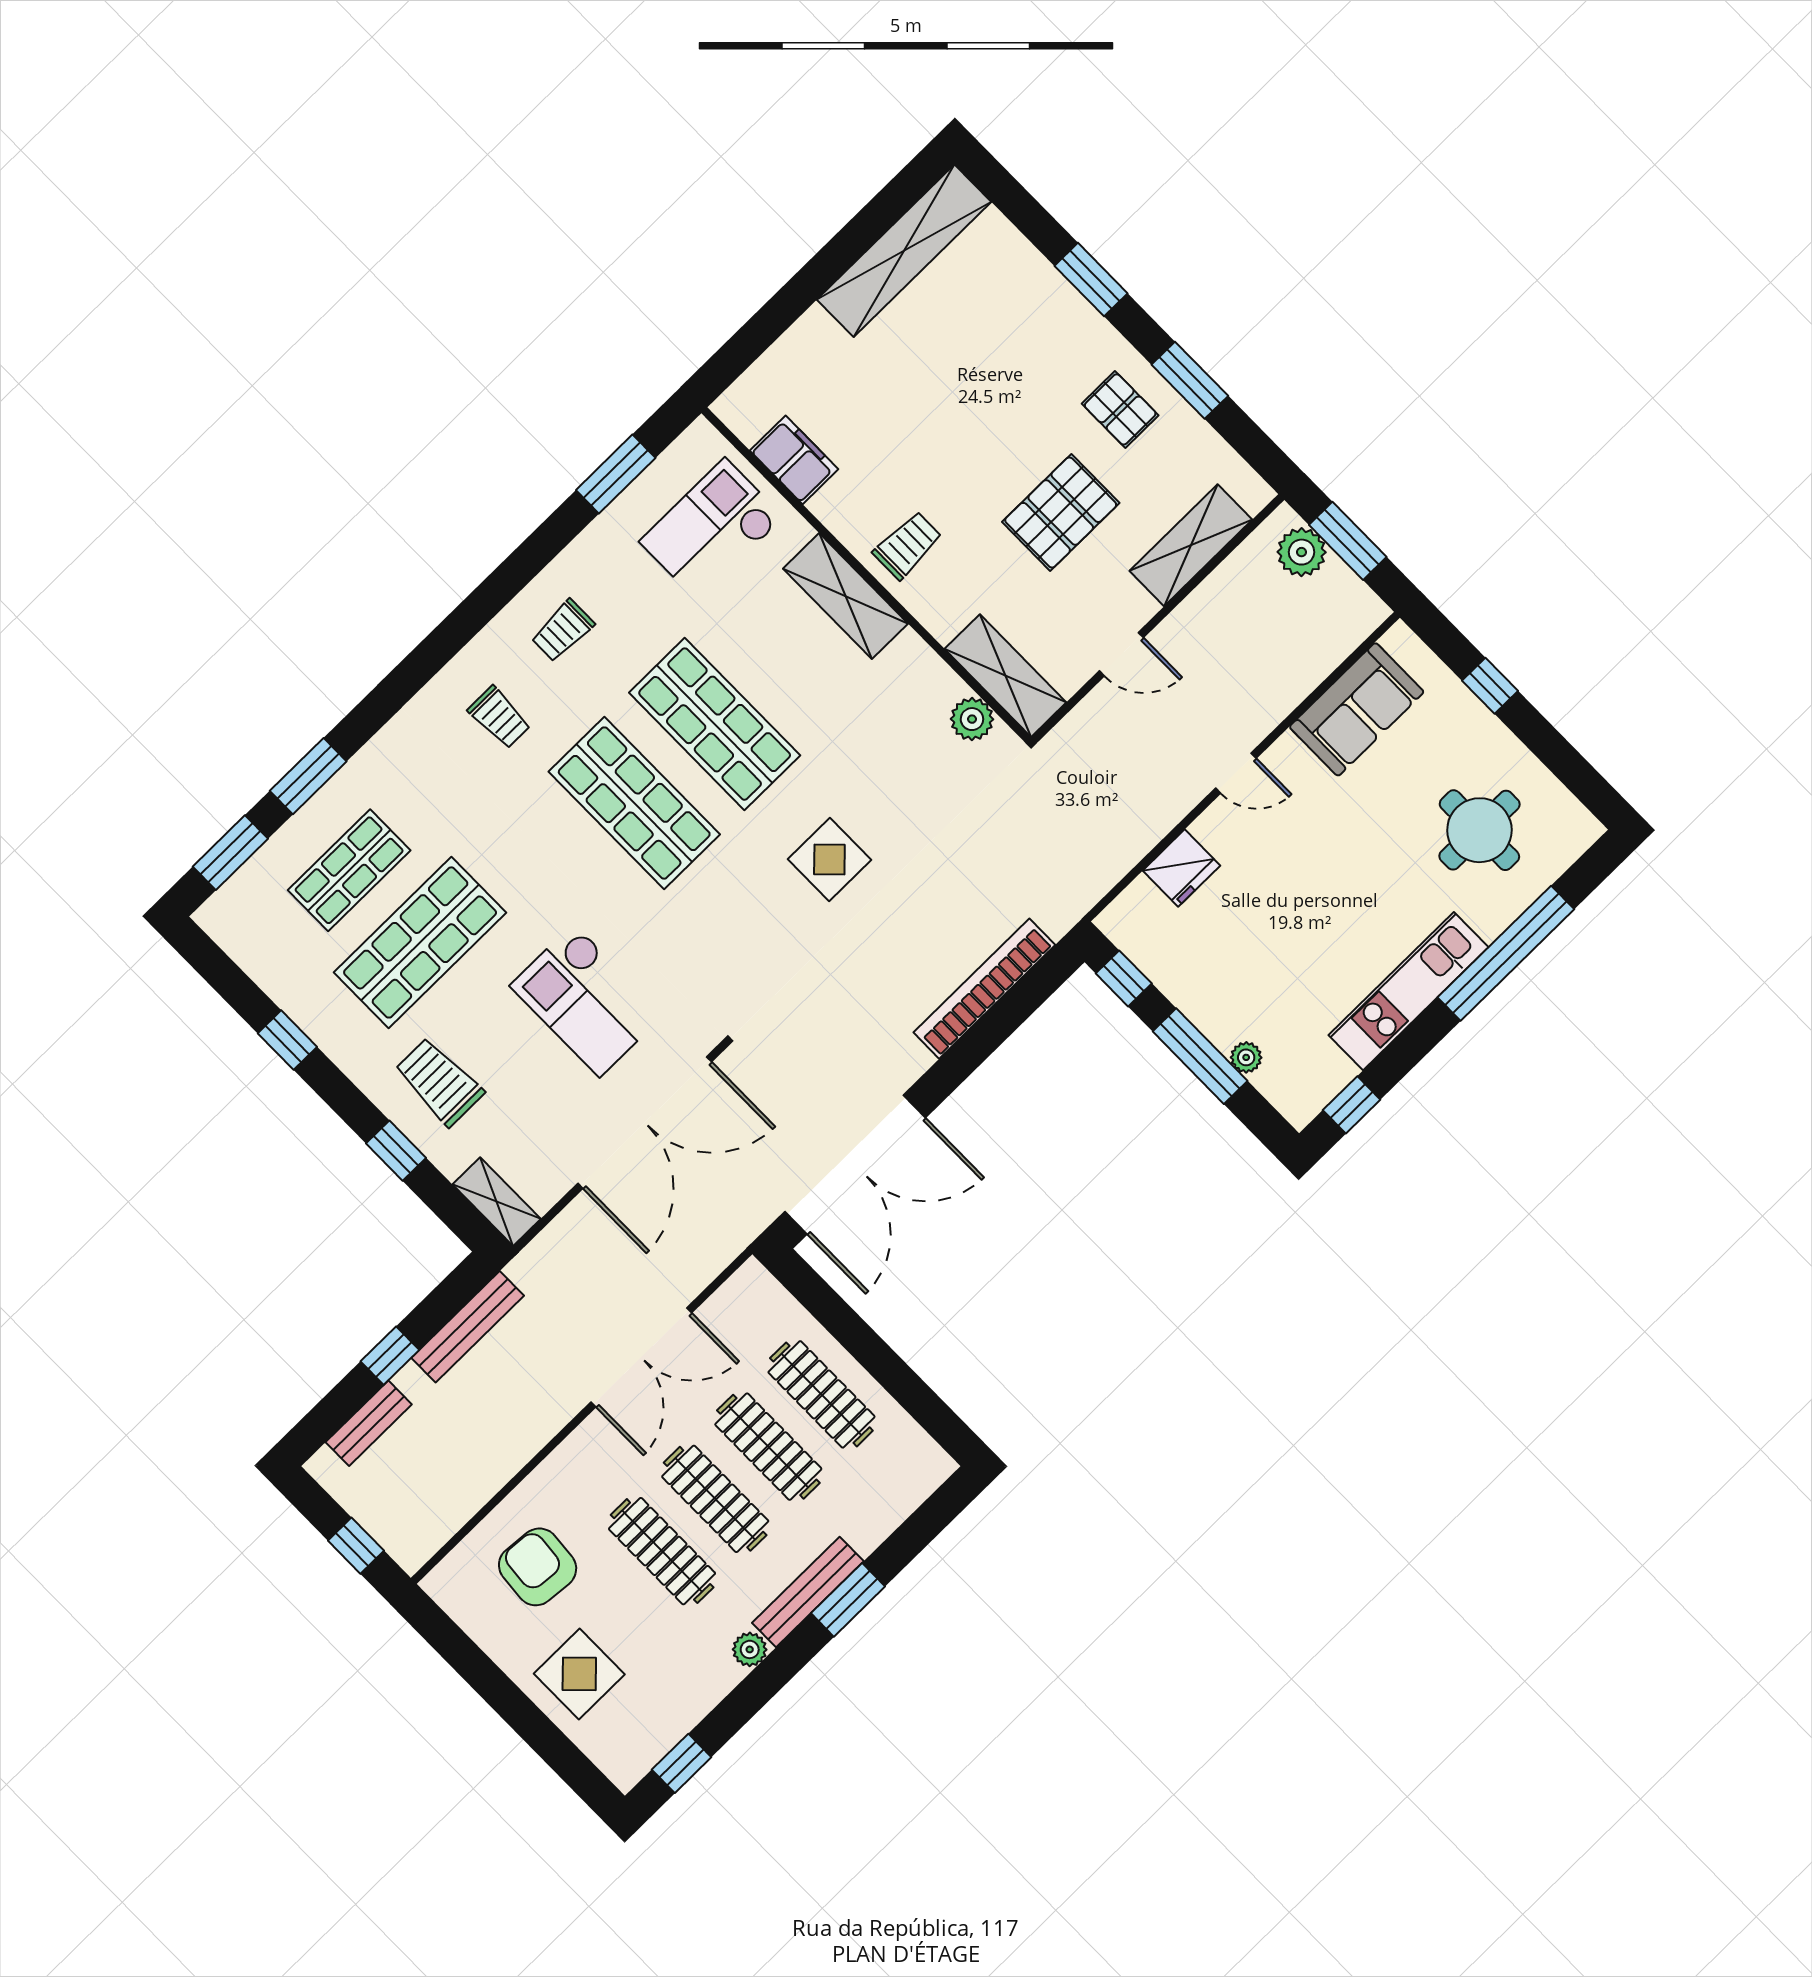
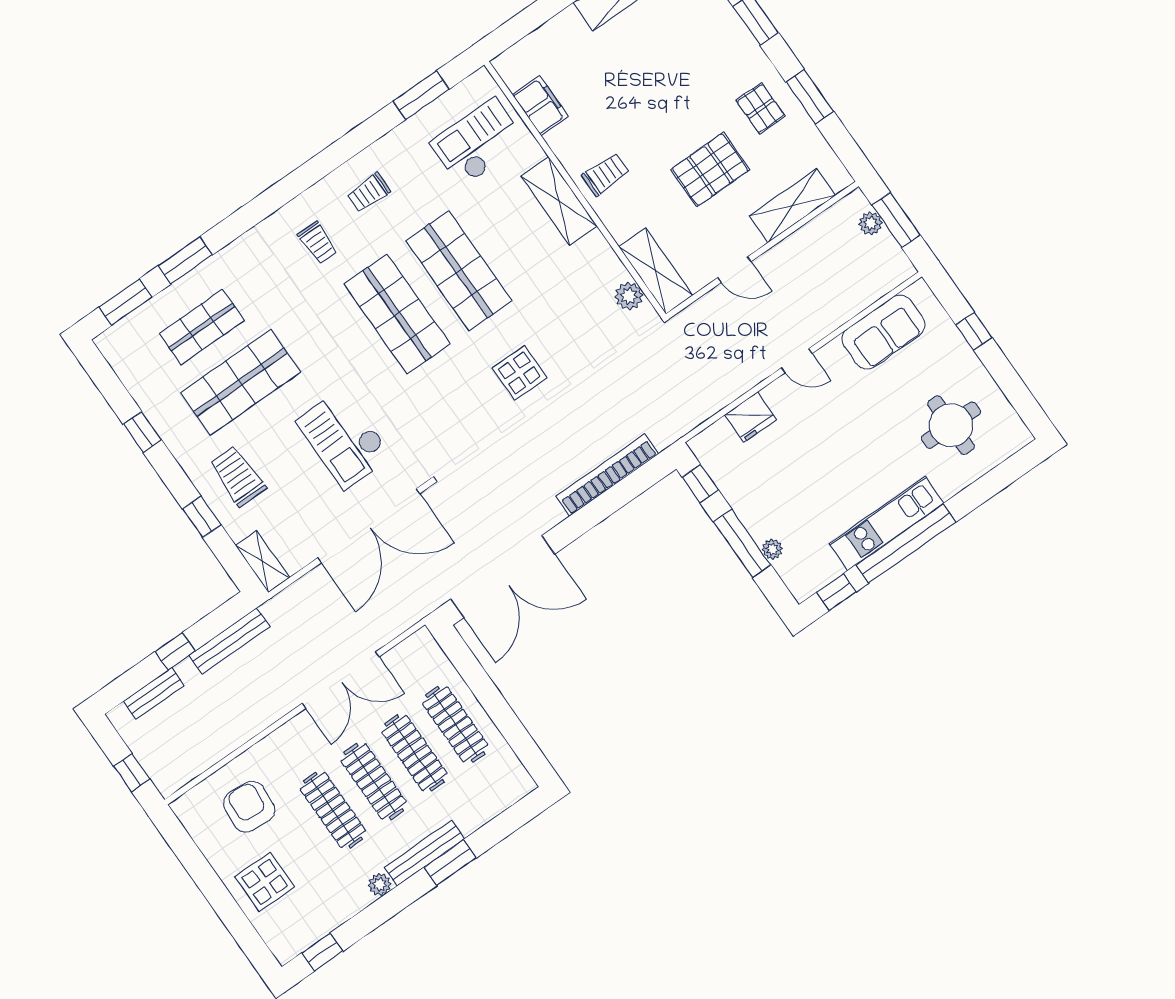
plant: (1302, 552) -> (871, 223), width x0.73, depth x0.73
window: (1506, 953) -> (906, 543), moved

